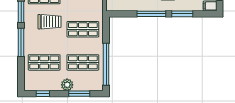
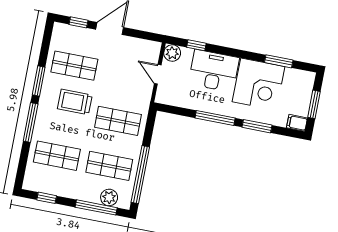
trolley: (50, 22) -> (75, 102), turned 180
plant: (67, 85) -> (109, 197), moved
window: (79, 94) -> (96, 207), width x1.44

